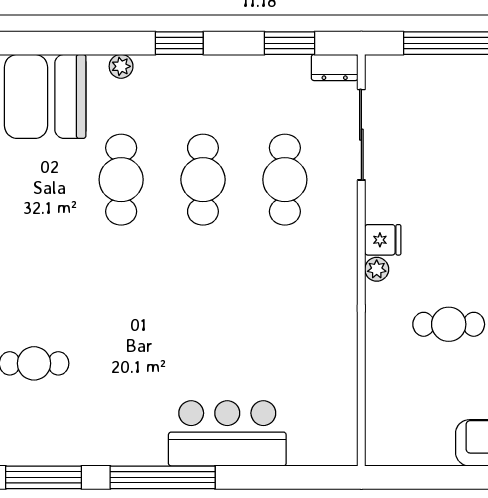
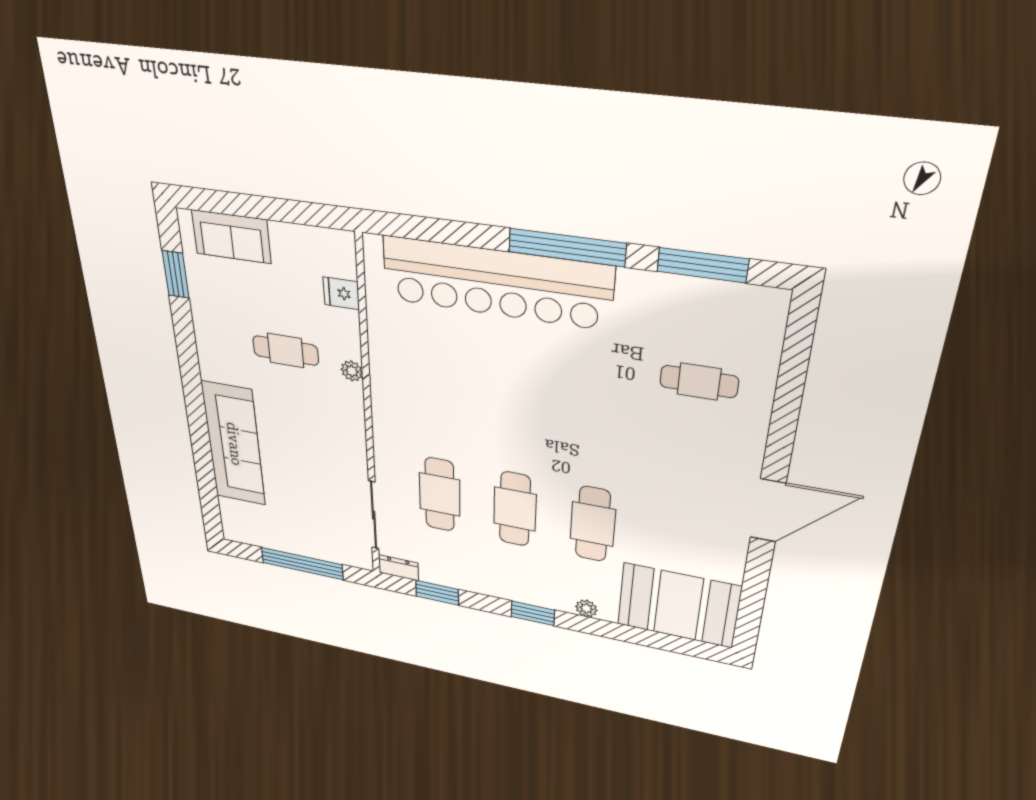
fridge: (383, 240) -> (341, 293), moved
plant: (377, 269) -> (352, 371), moved
bar counter: (227, 433) -> (496, 283), width x1.86

